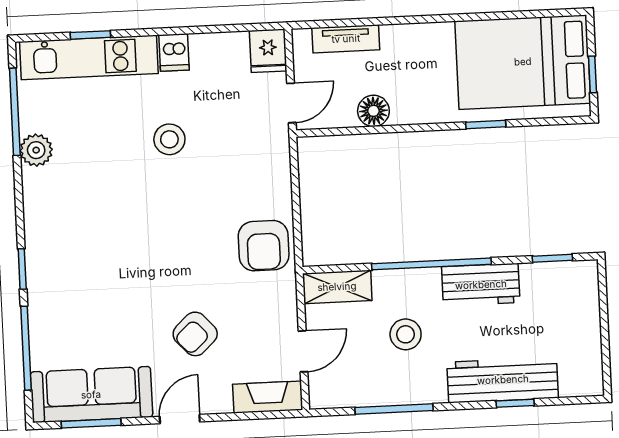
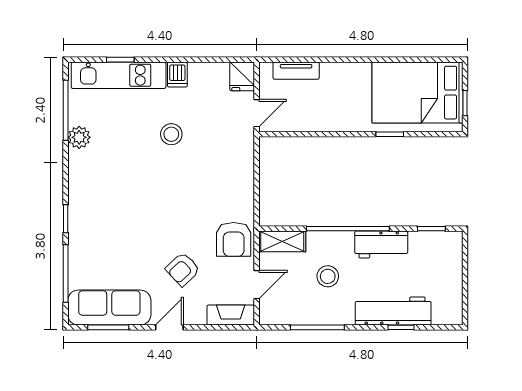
floor lamp: (373, 111) -> (313, 121), removed
armchair: (264, 246) -> (234, 239), moved

